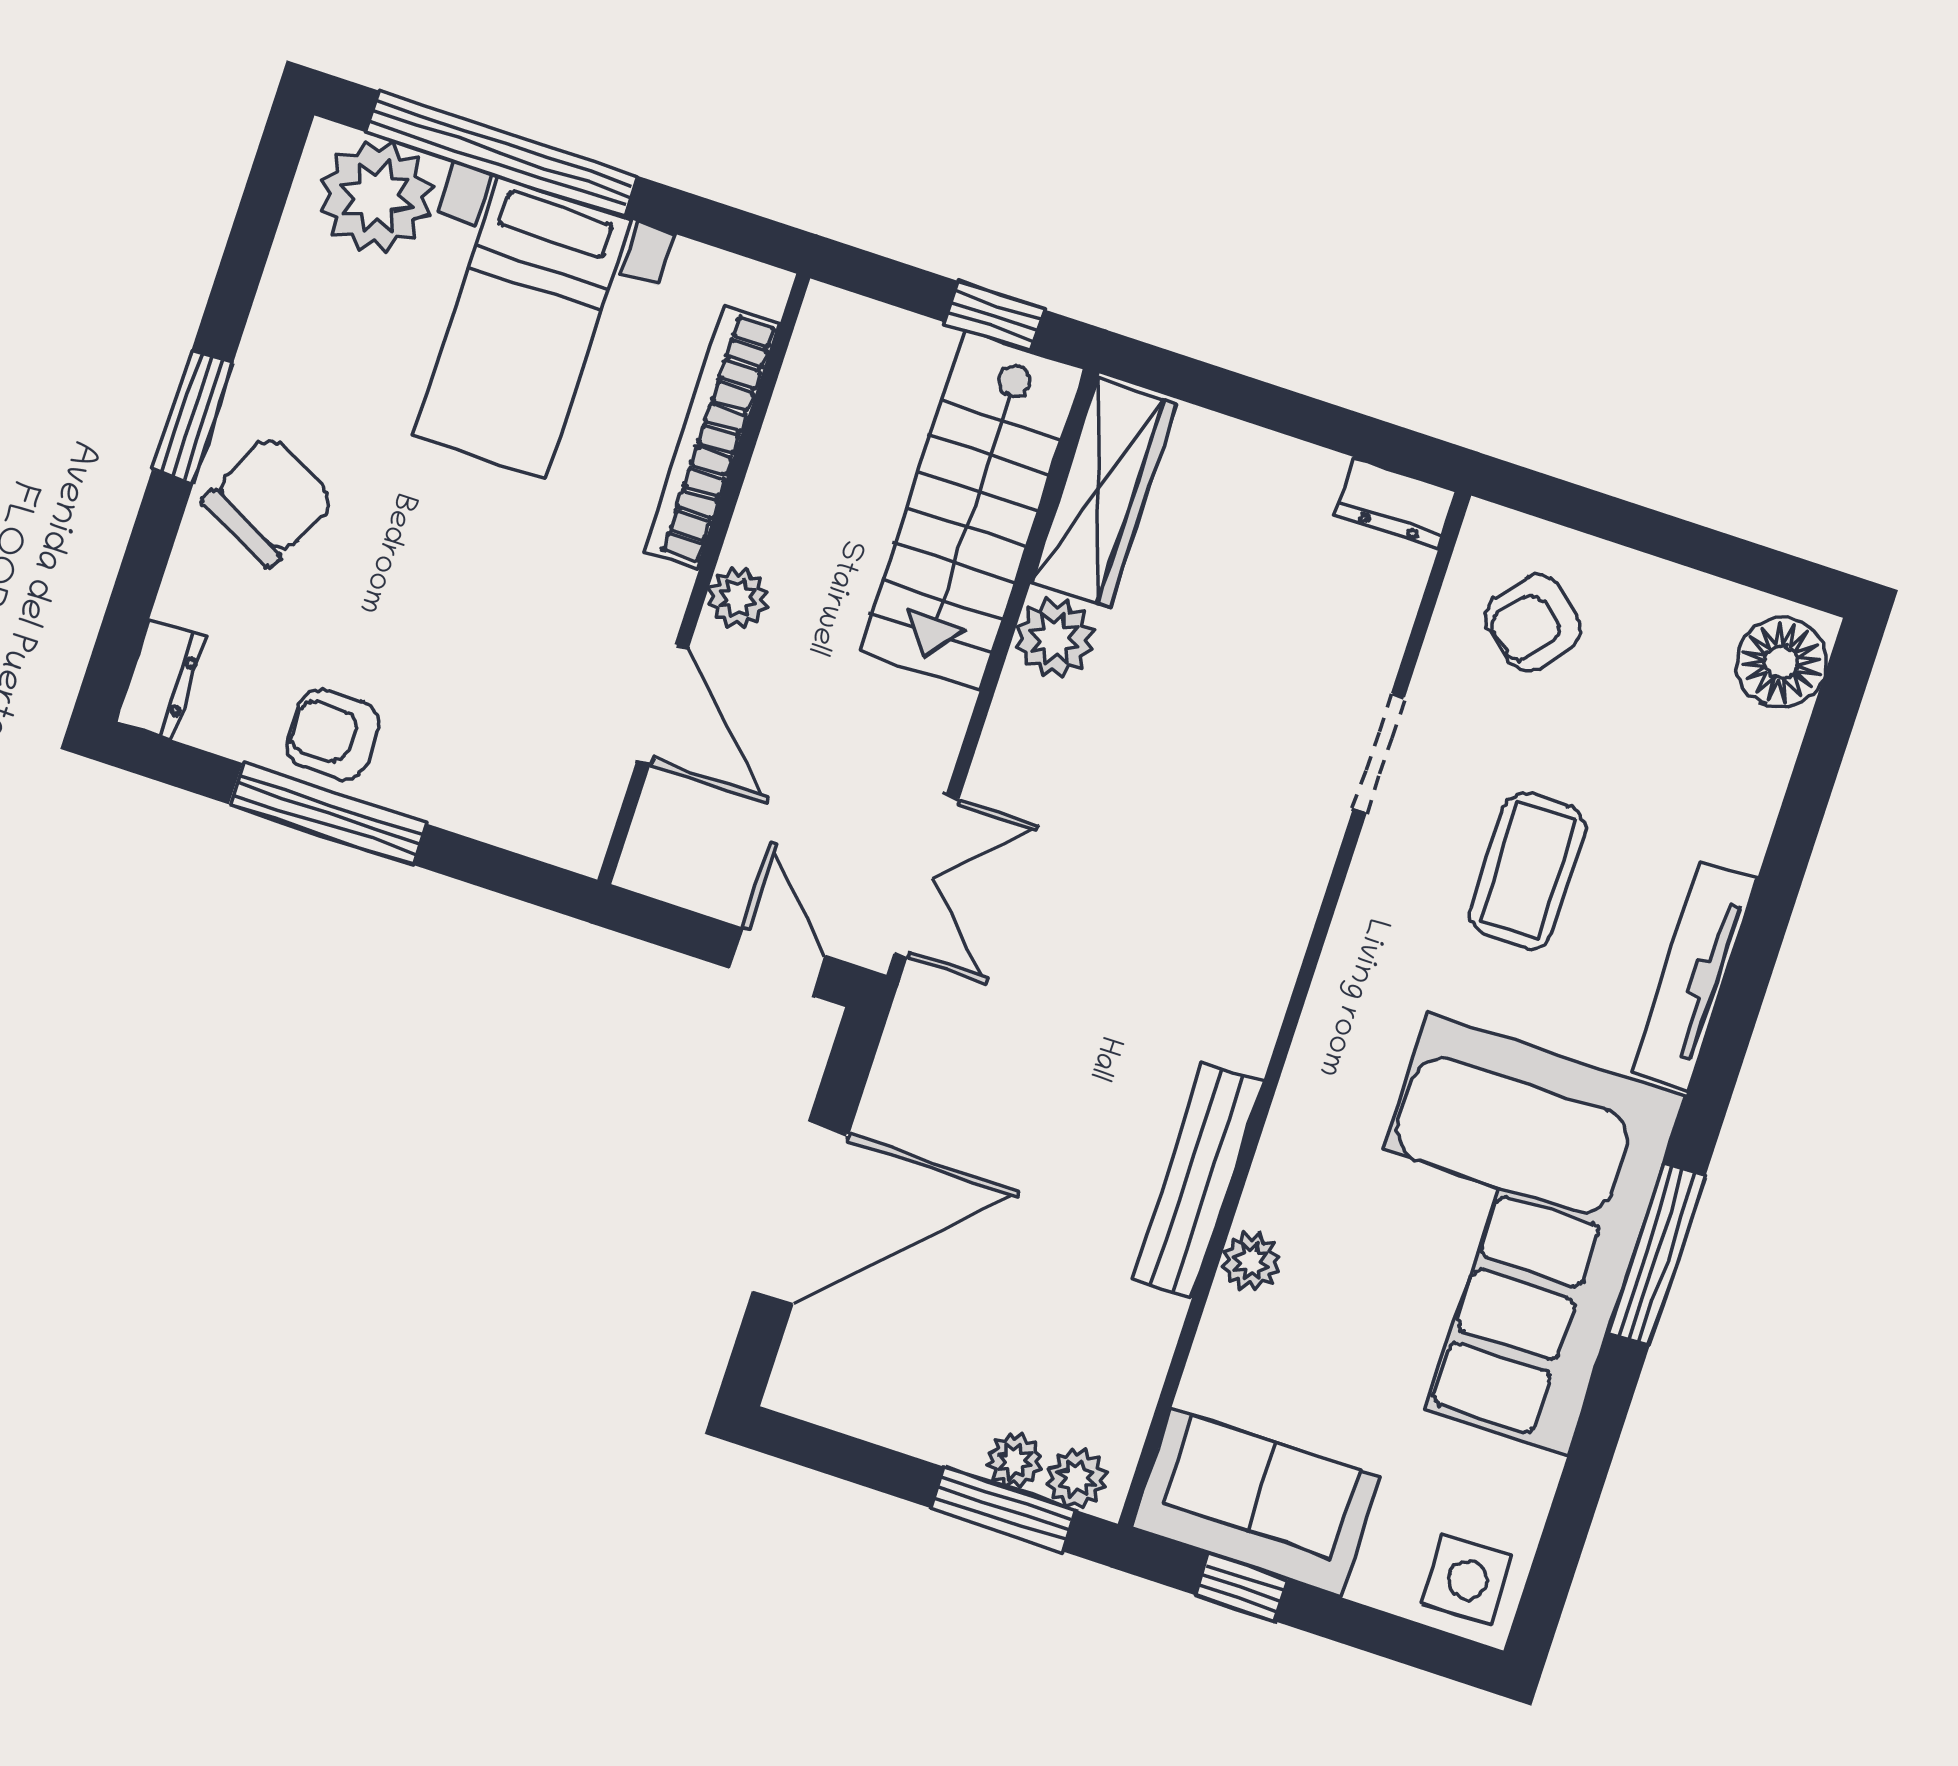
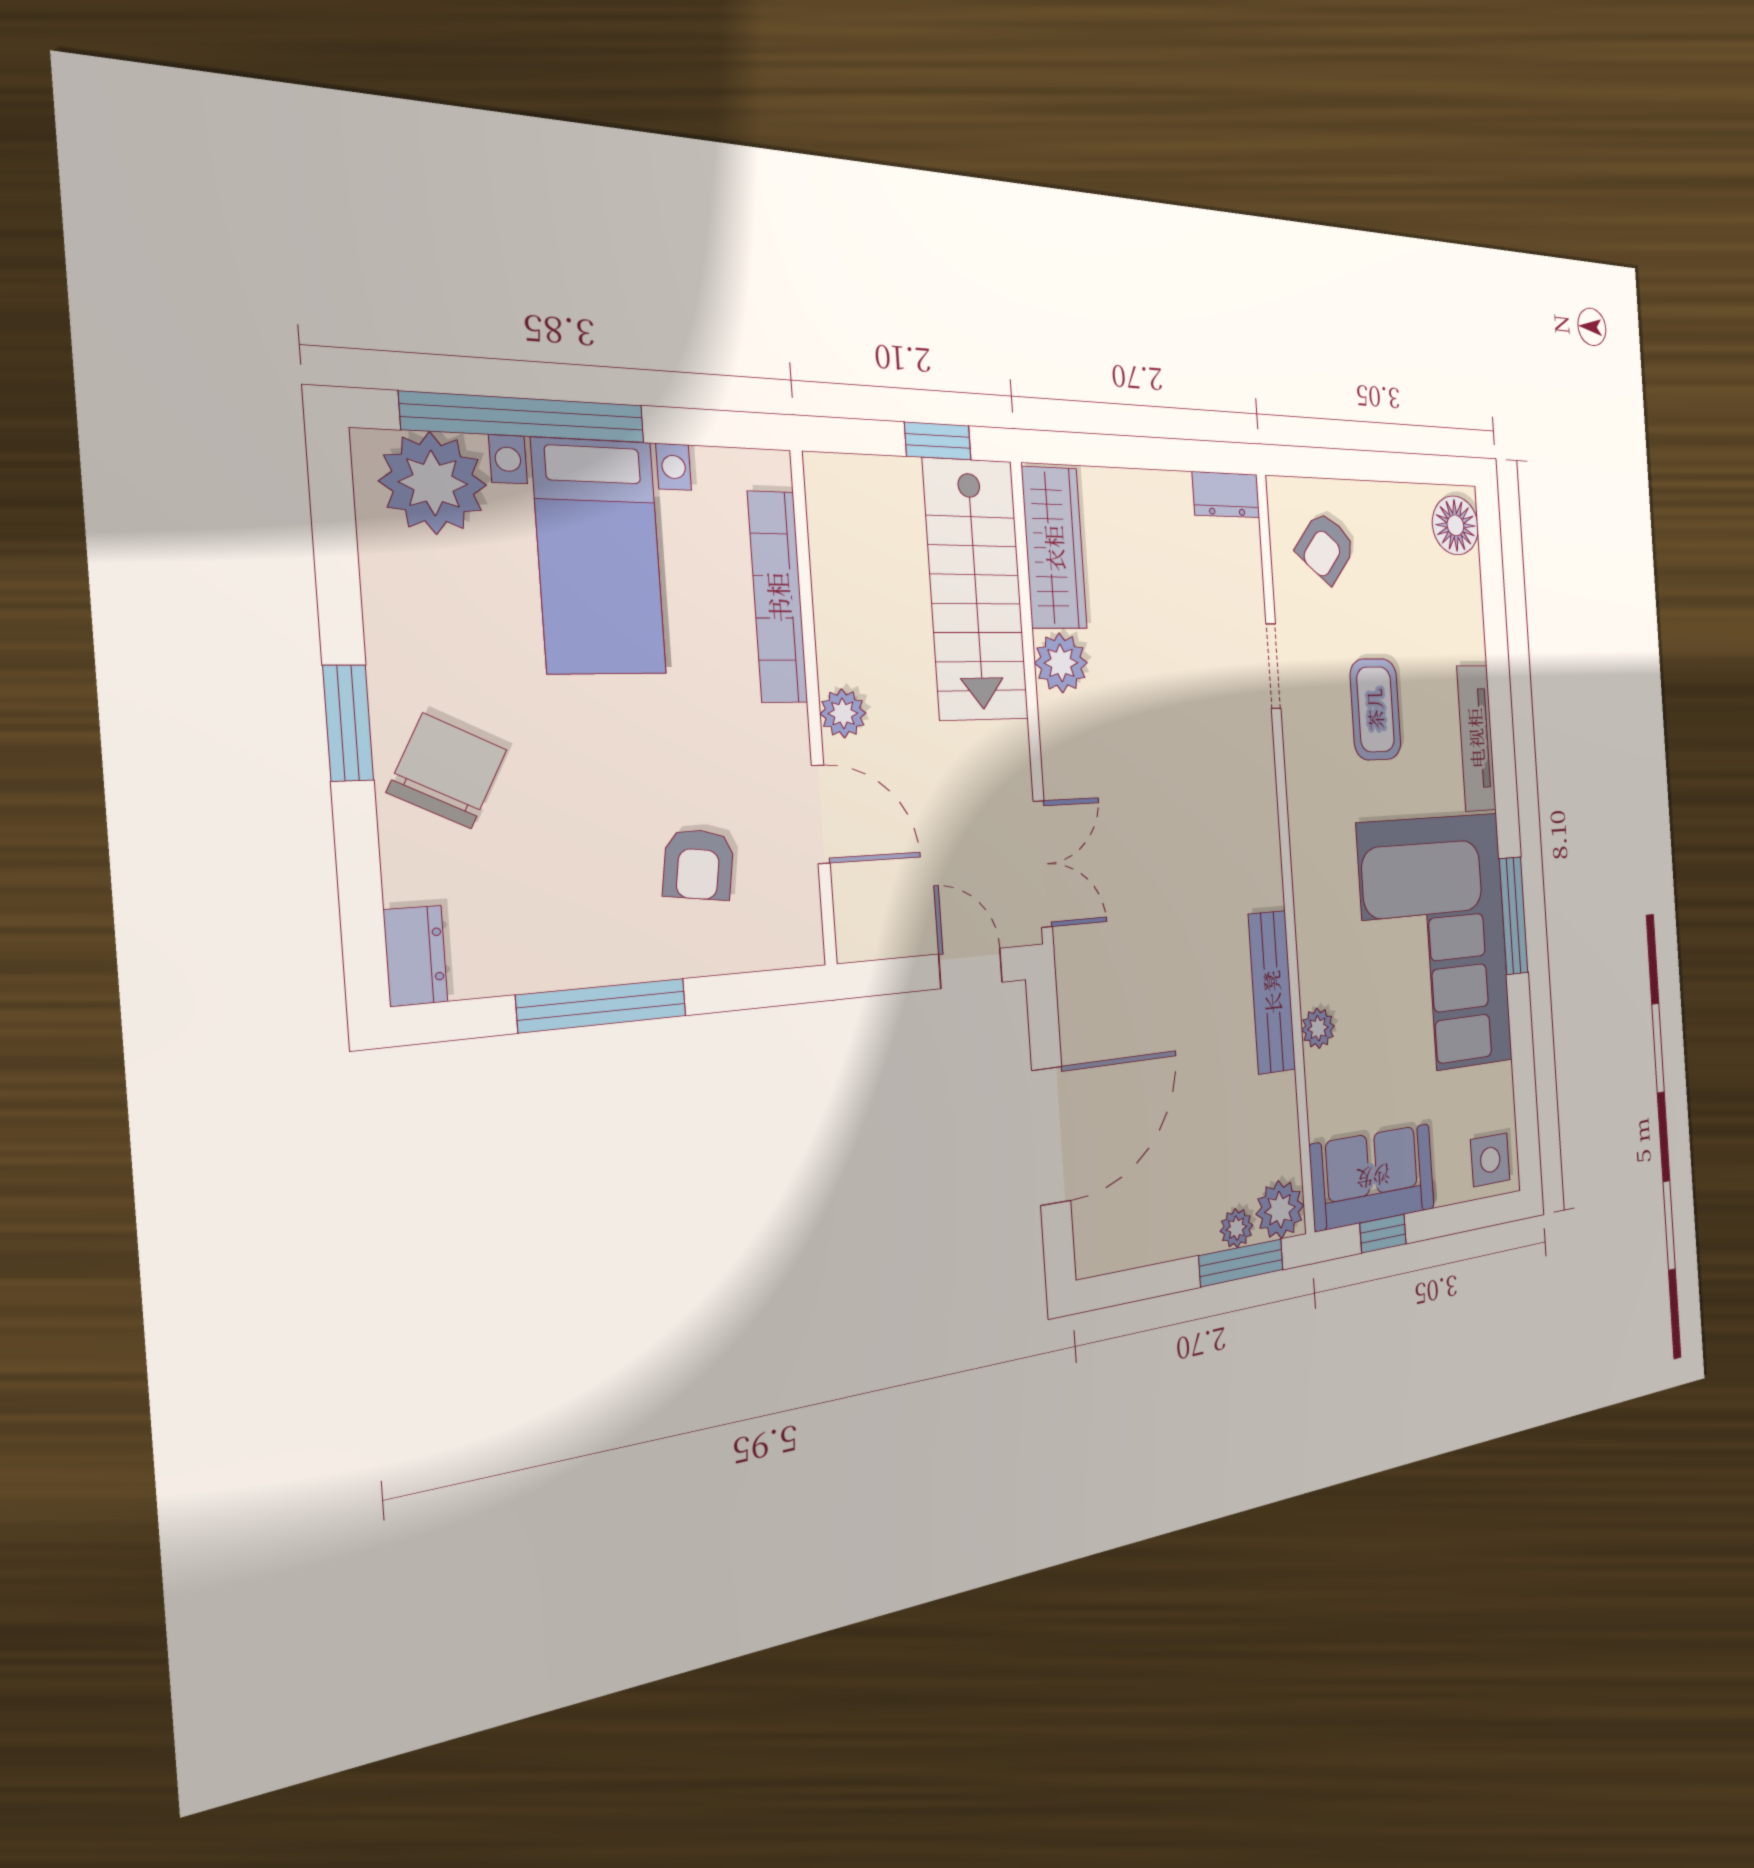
armchair: (333, 735) -> (698, 864), moved, turned -82
plant: (1076, 1478) -> (1280, 1210), width x1.38, depth x1.38

